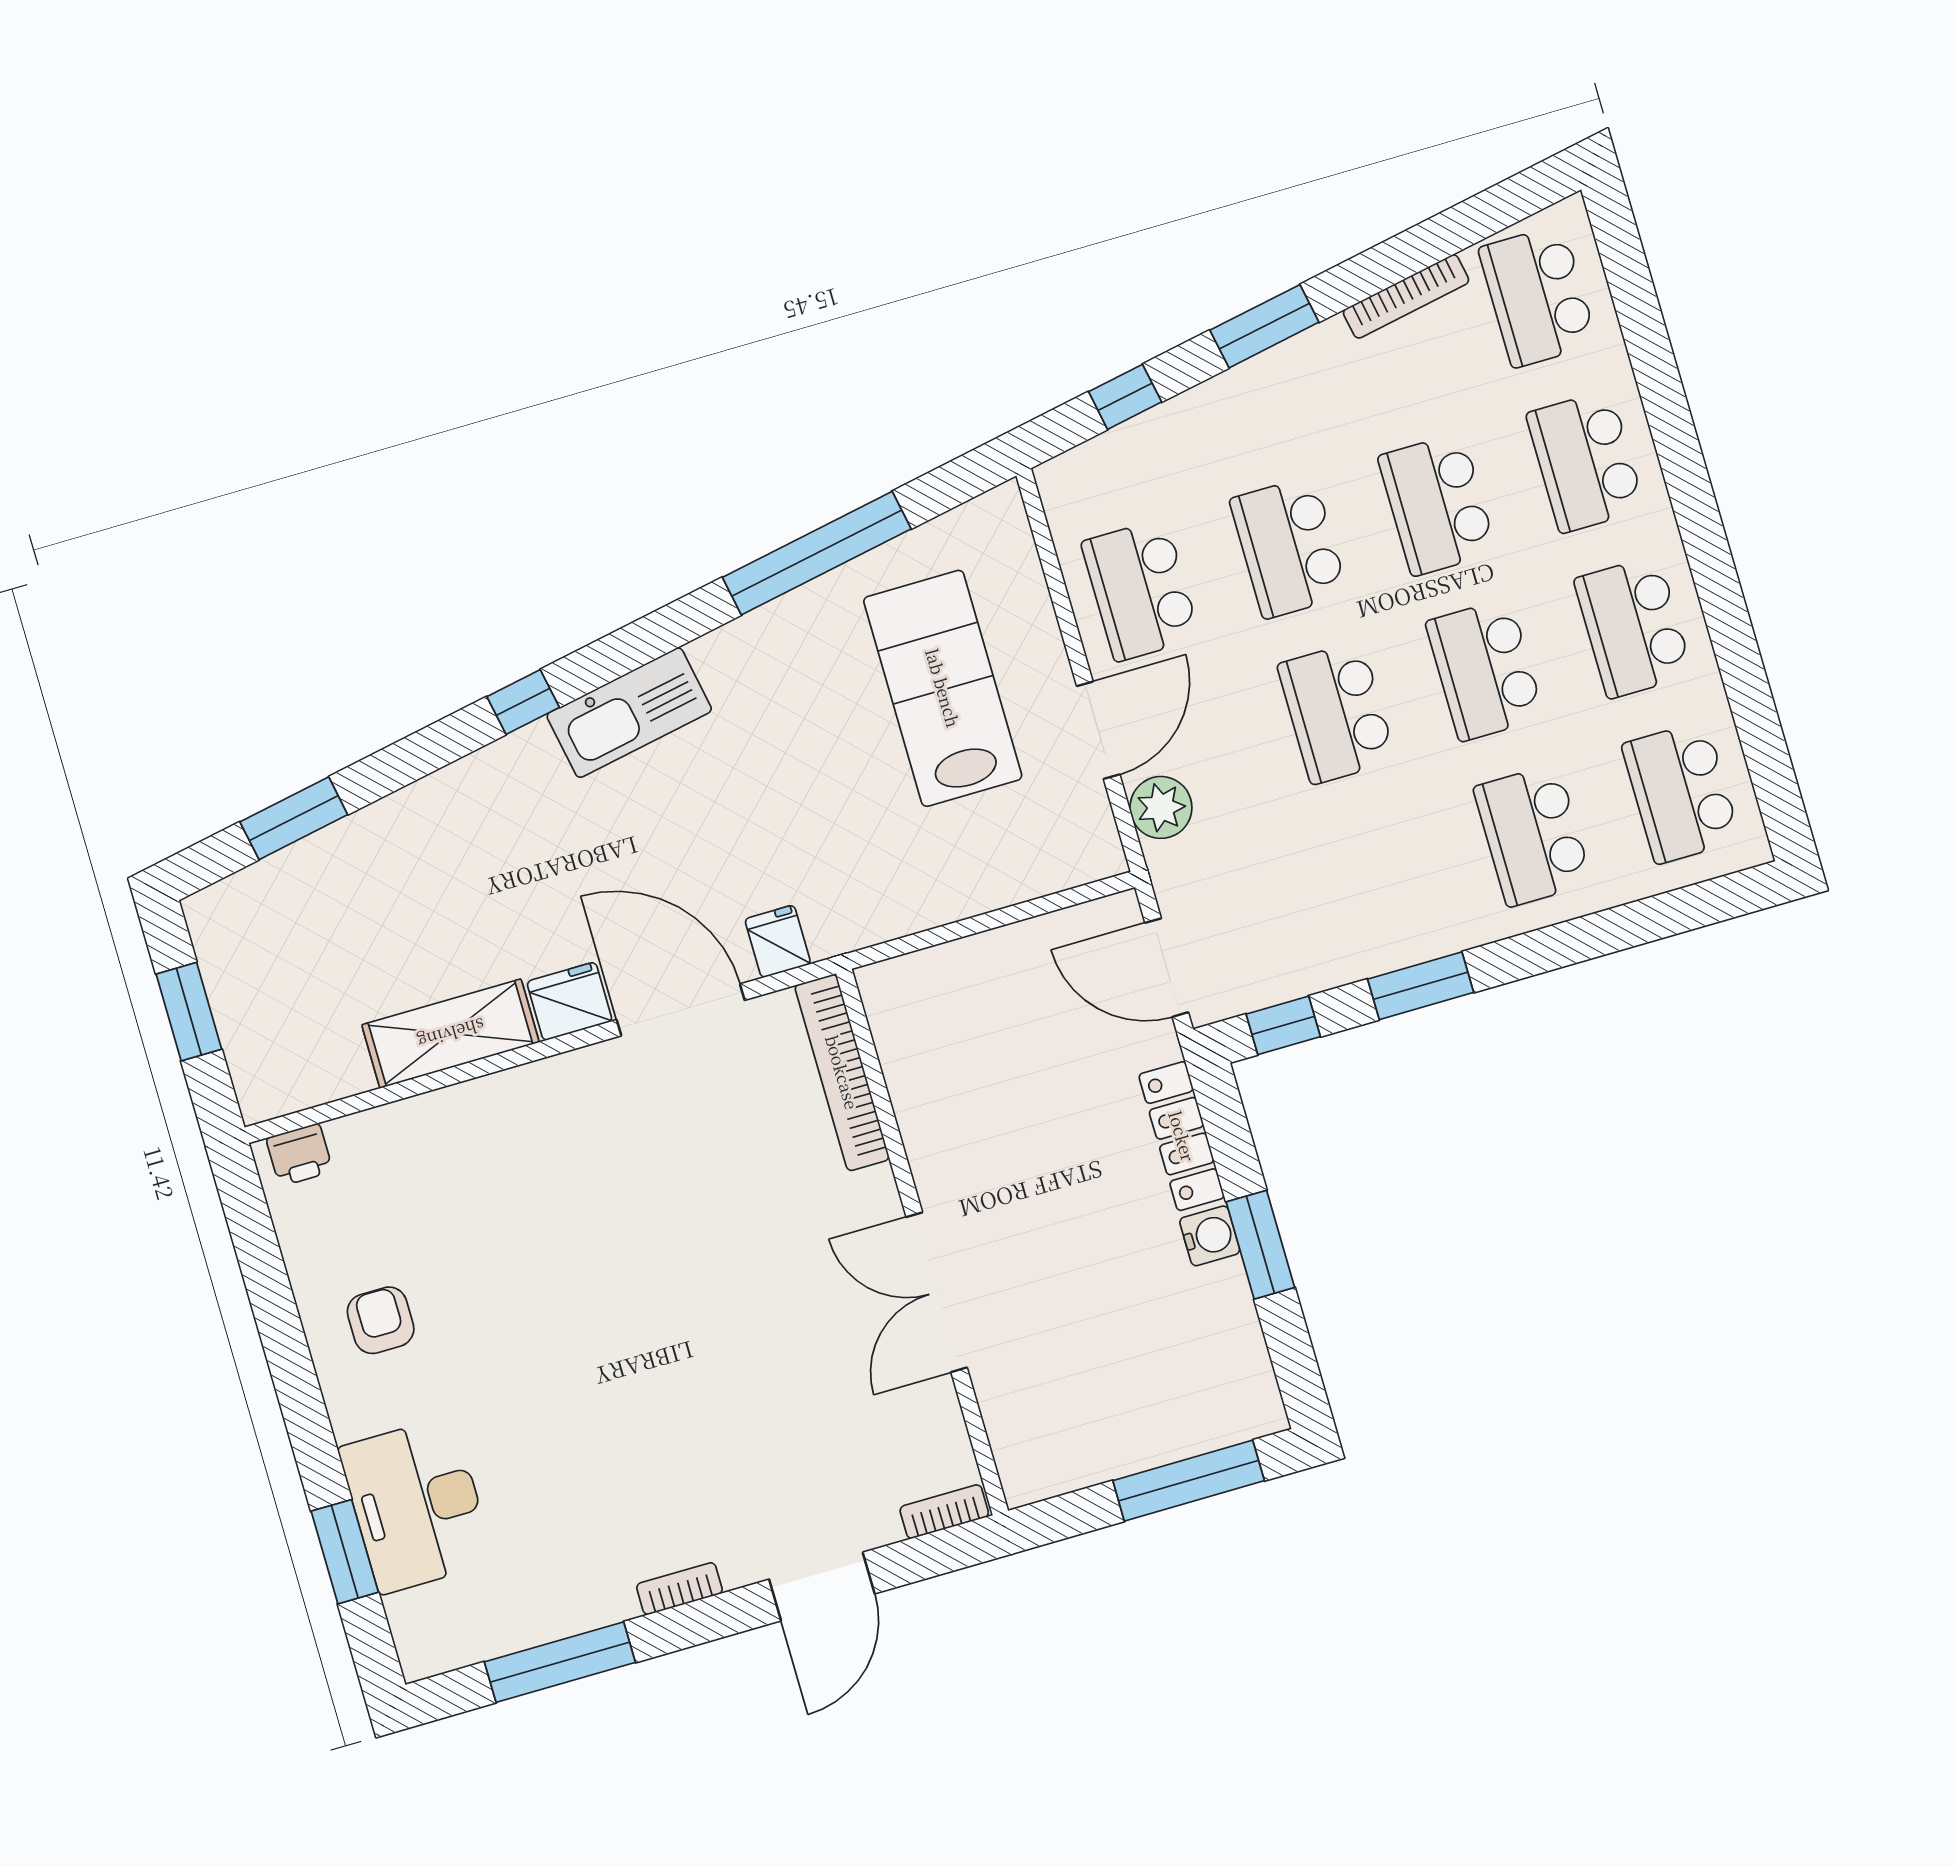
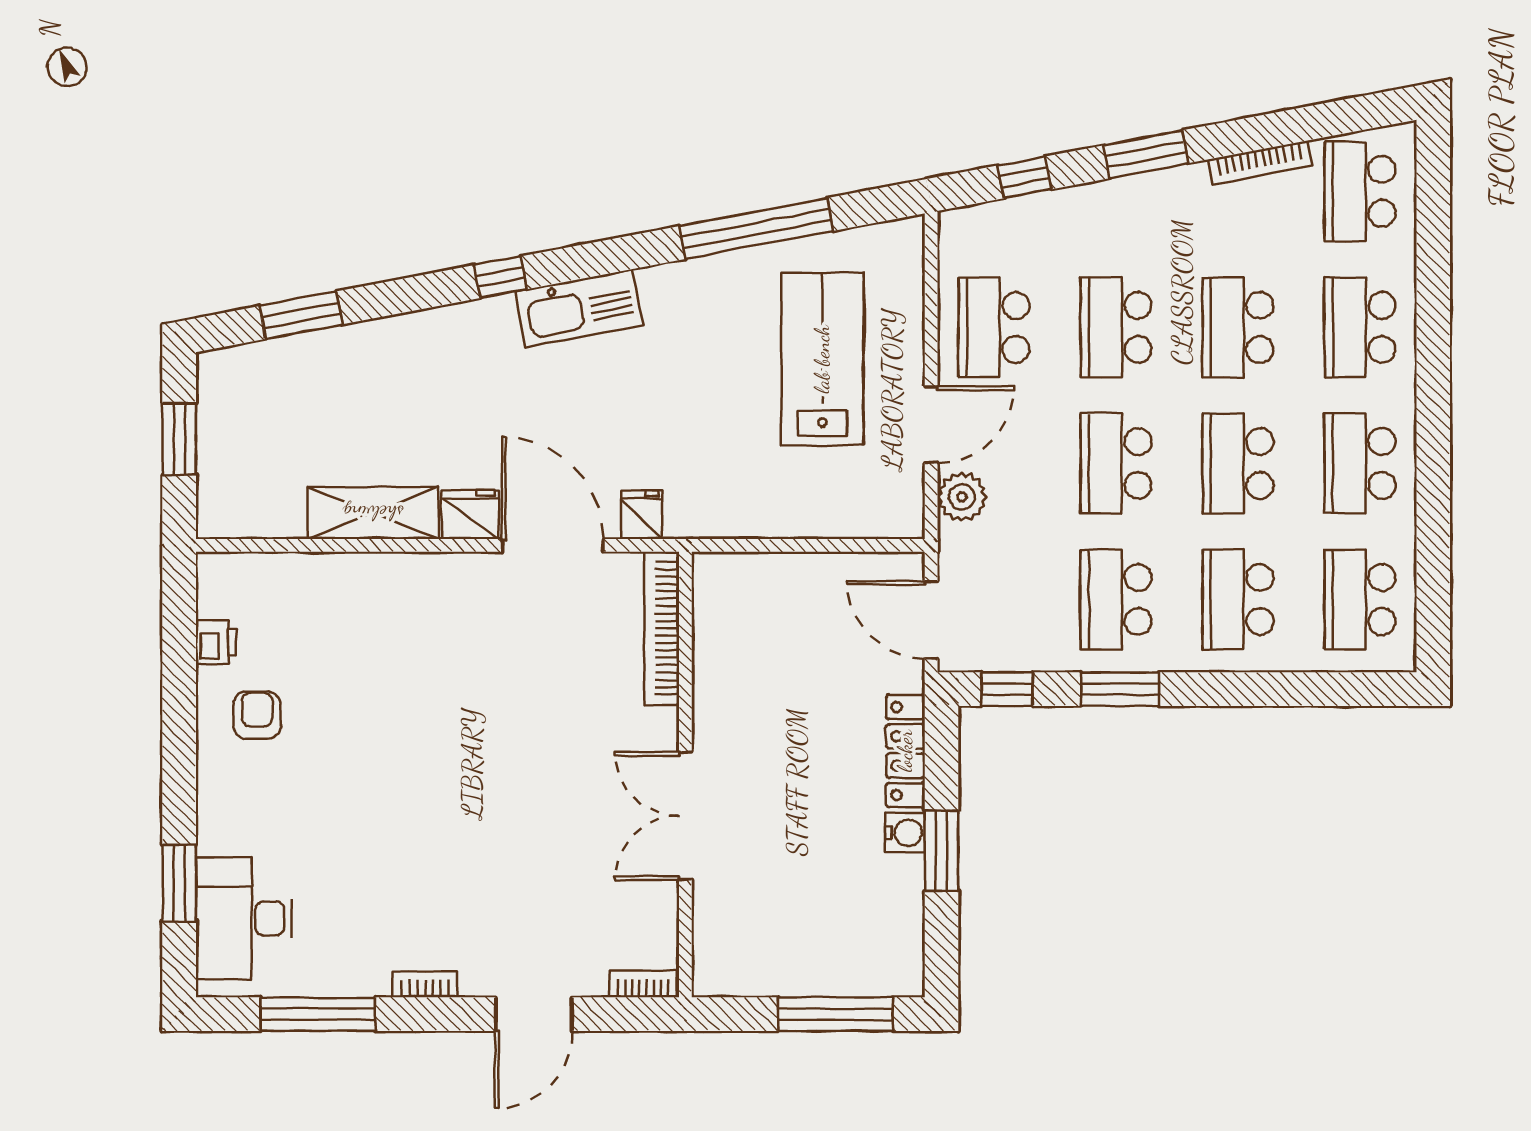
school desk: (1384, 878) -> (1116, 600), added
printer: (299, 1155) -> (216, 642), moved, turned -90
desk: (416, 1505) -> (244, 918), moved

